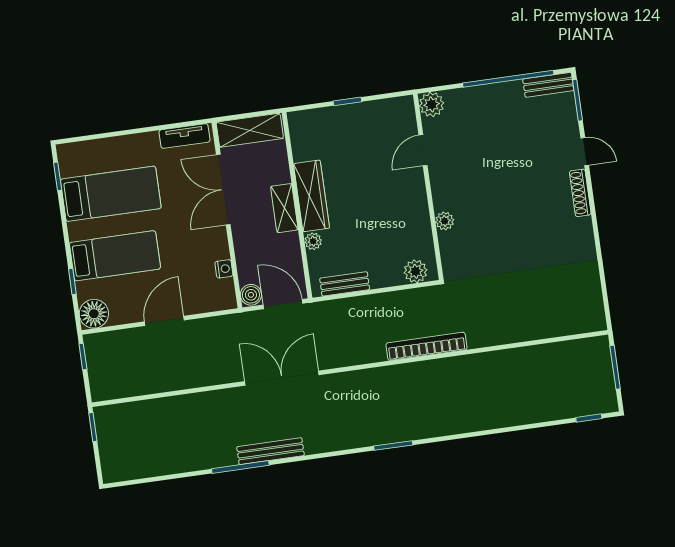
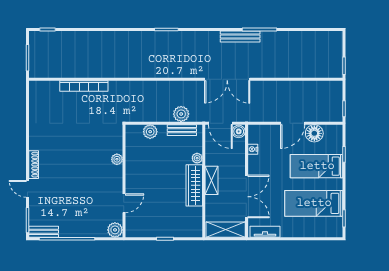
plant: (416, 271) -> (150, 132), moved
plant: (350, 310) -> (181, 114), added
floor lamp: (94, 314) -> (314, 133), moved
bookcase: (426, 346) -> (84, 86), moved

